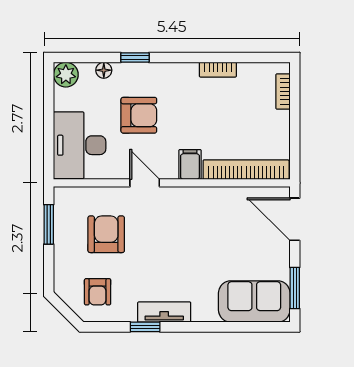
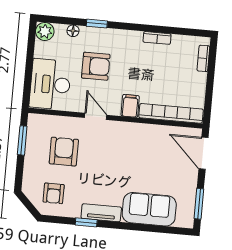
sofa: (254, 302) -> (149, 209), moved

